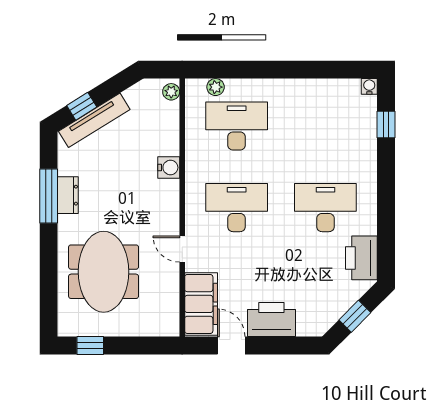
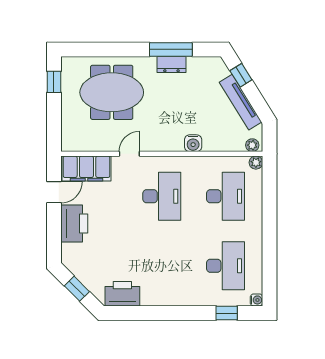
plant: (216, 87) -> (256, 163), moved
tv unit: (94, 120) -> (240, 102), moved
desk: (325, 208) -> (225, 266), moved

